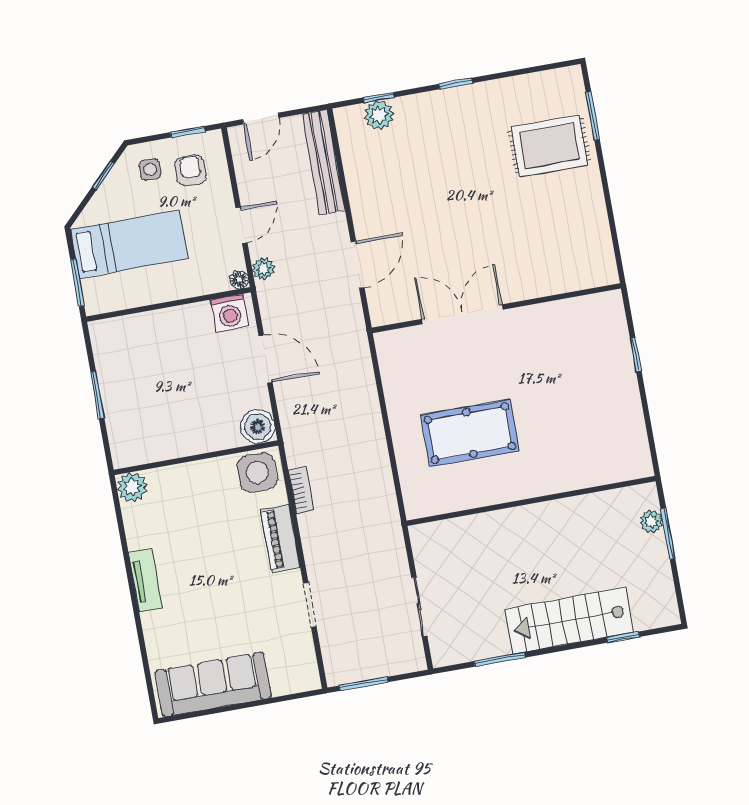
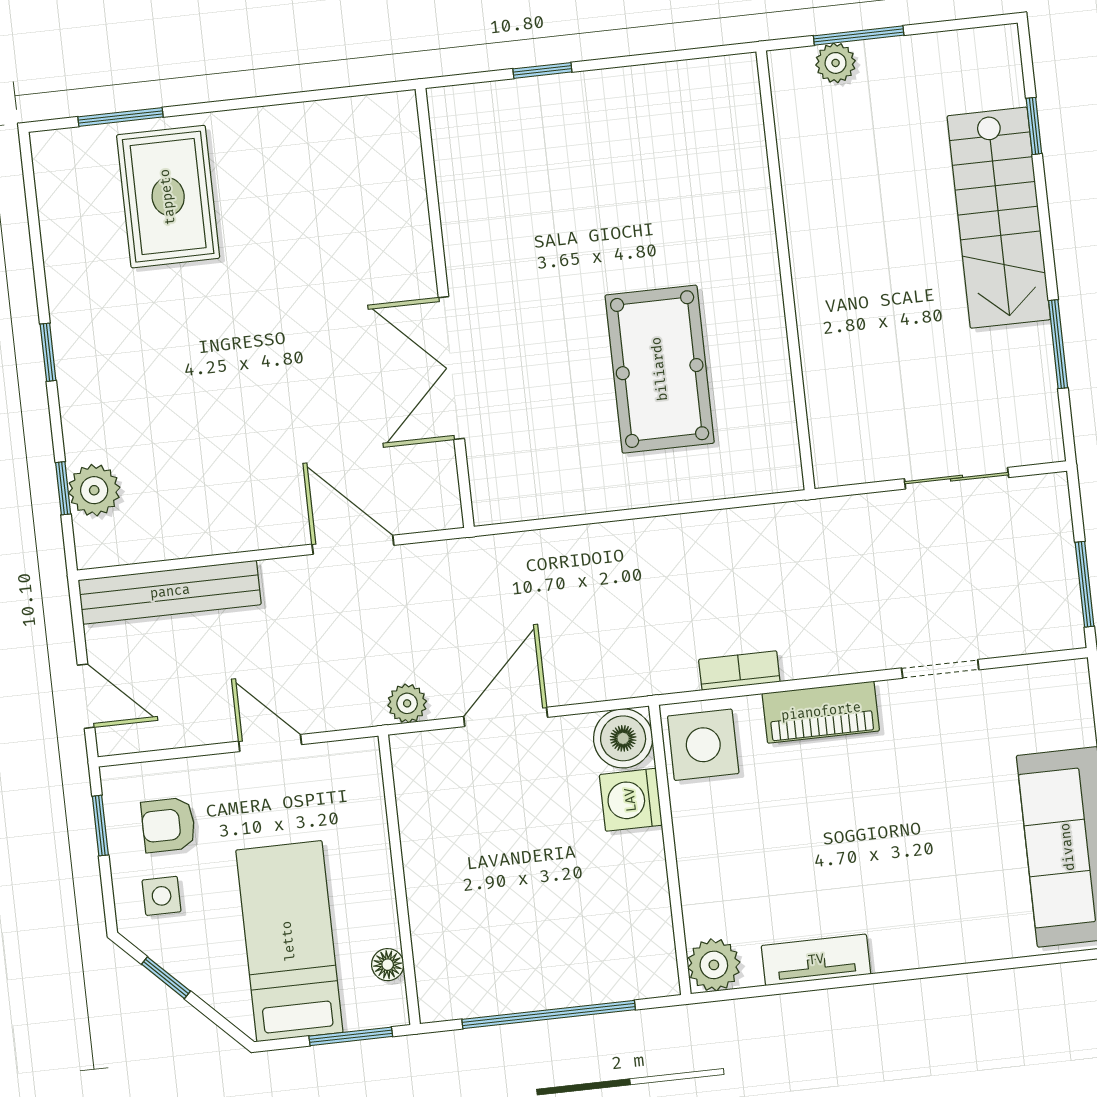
plant: (263, 269) -> (407, 703), moved
floor lamp: (239, 280) -> (388, 965), moved
washing machine: (230, 313) -> (631, 800), moved, turned 180
window: (97, 395) -> (549, 1014), width x2.11
tv unit: (145, 580) -> (816, 960), moved

